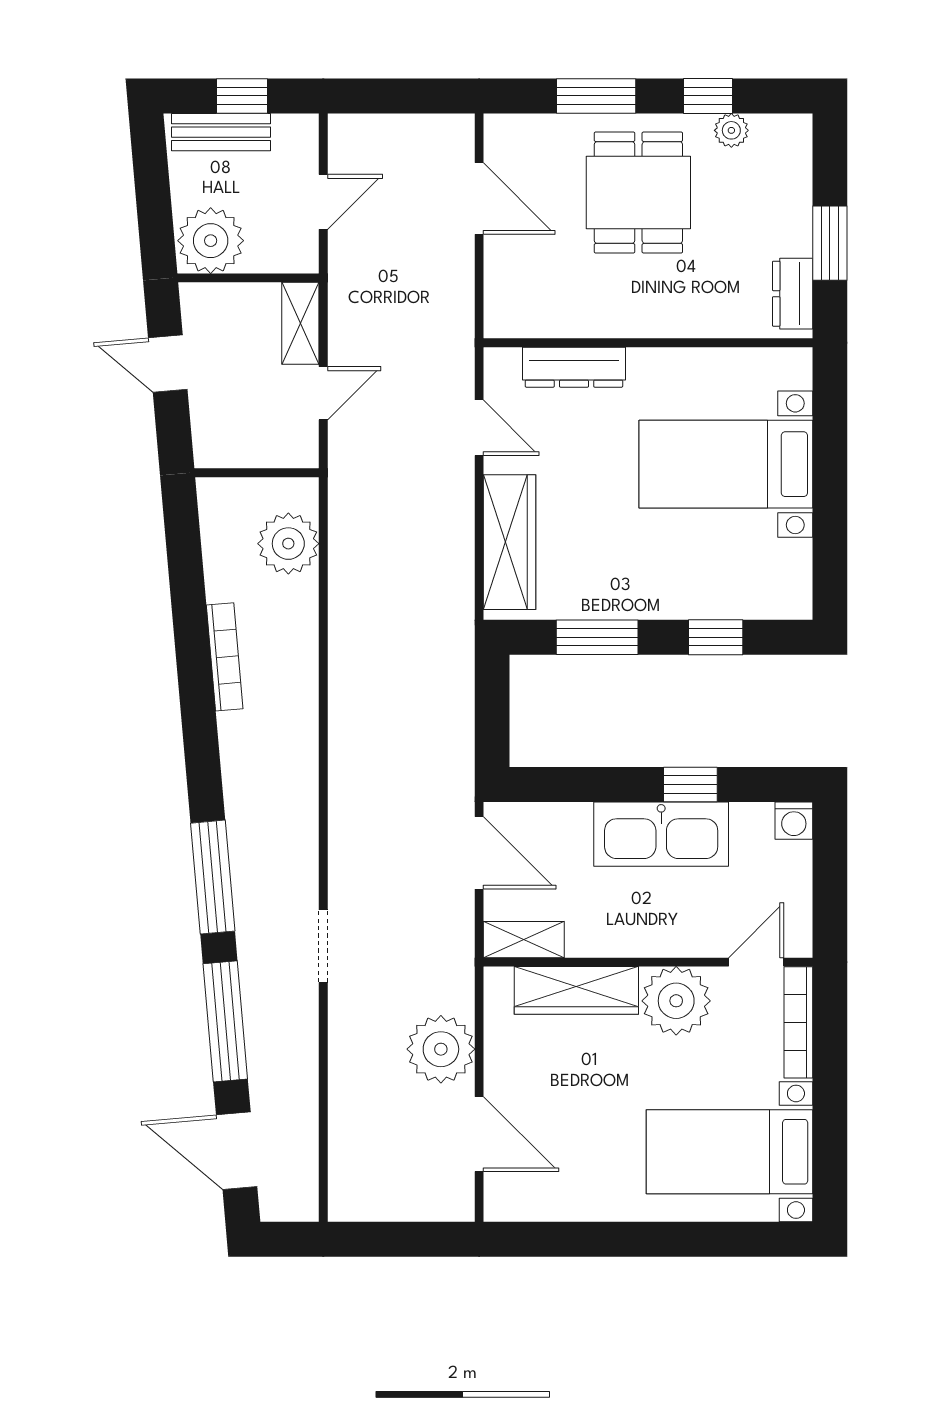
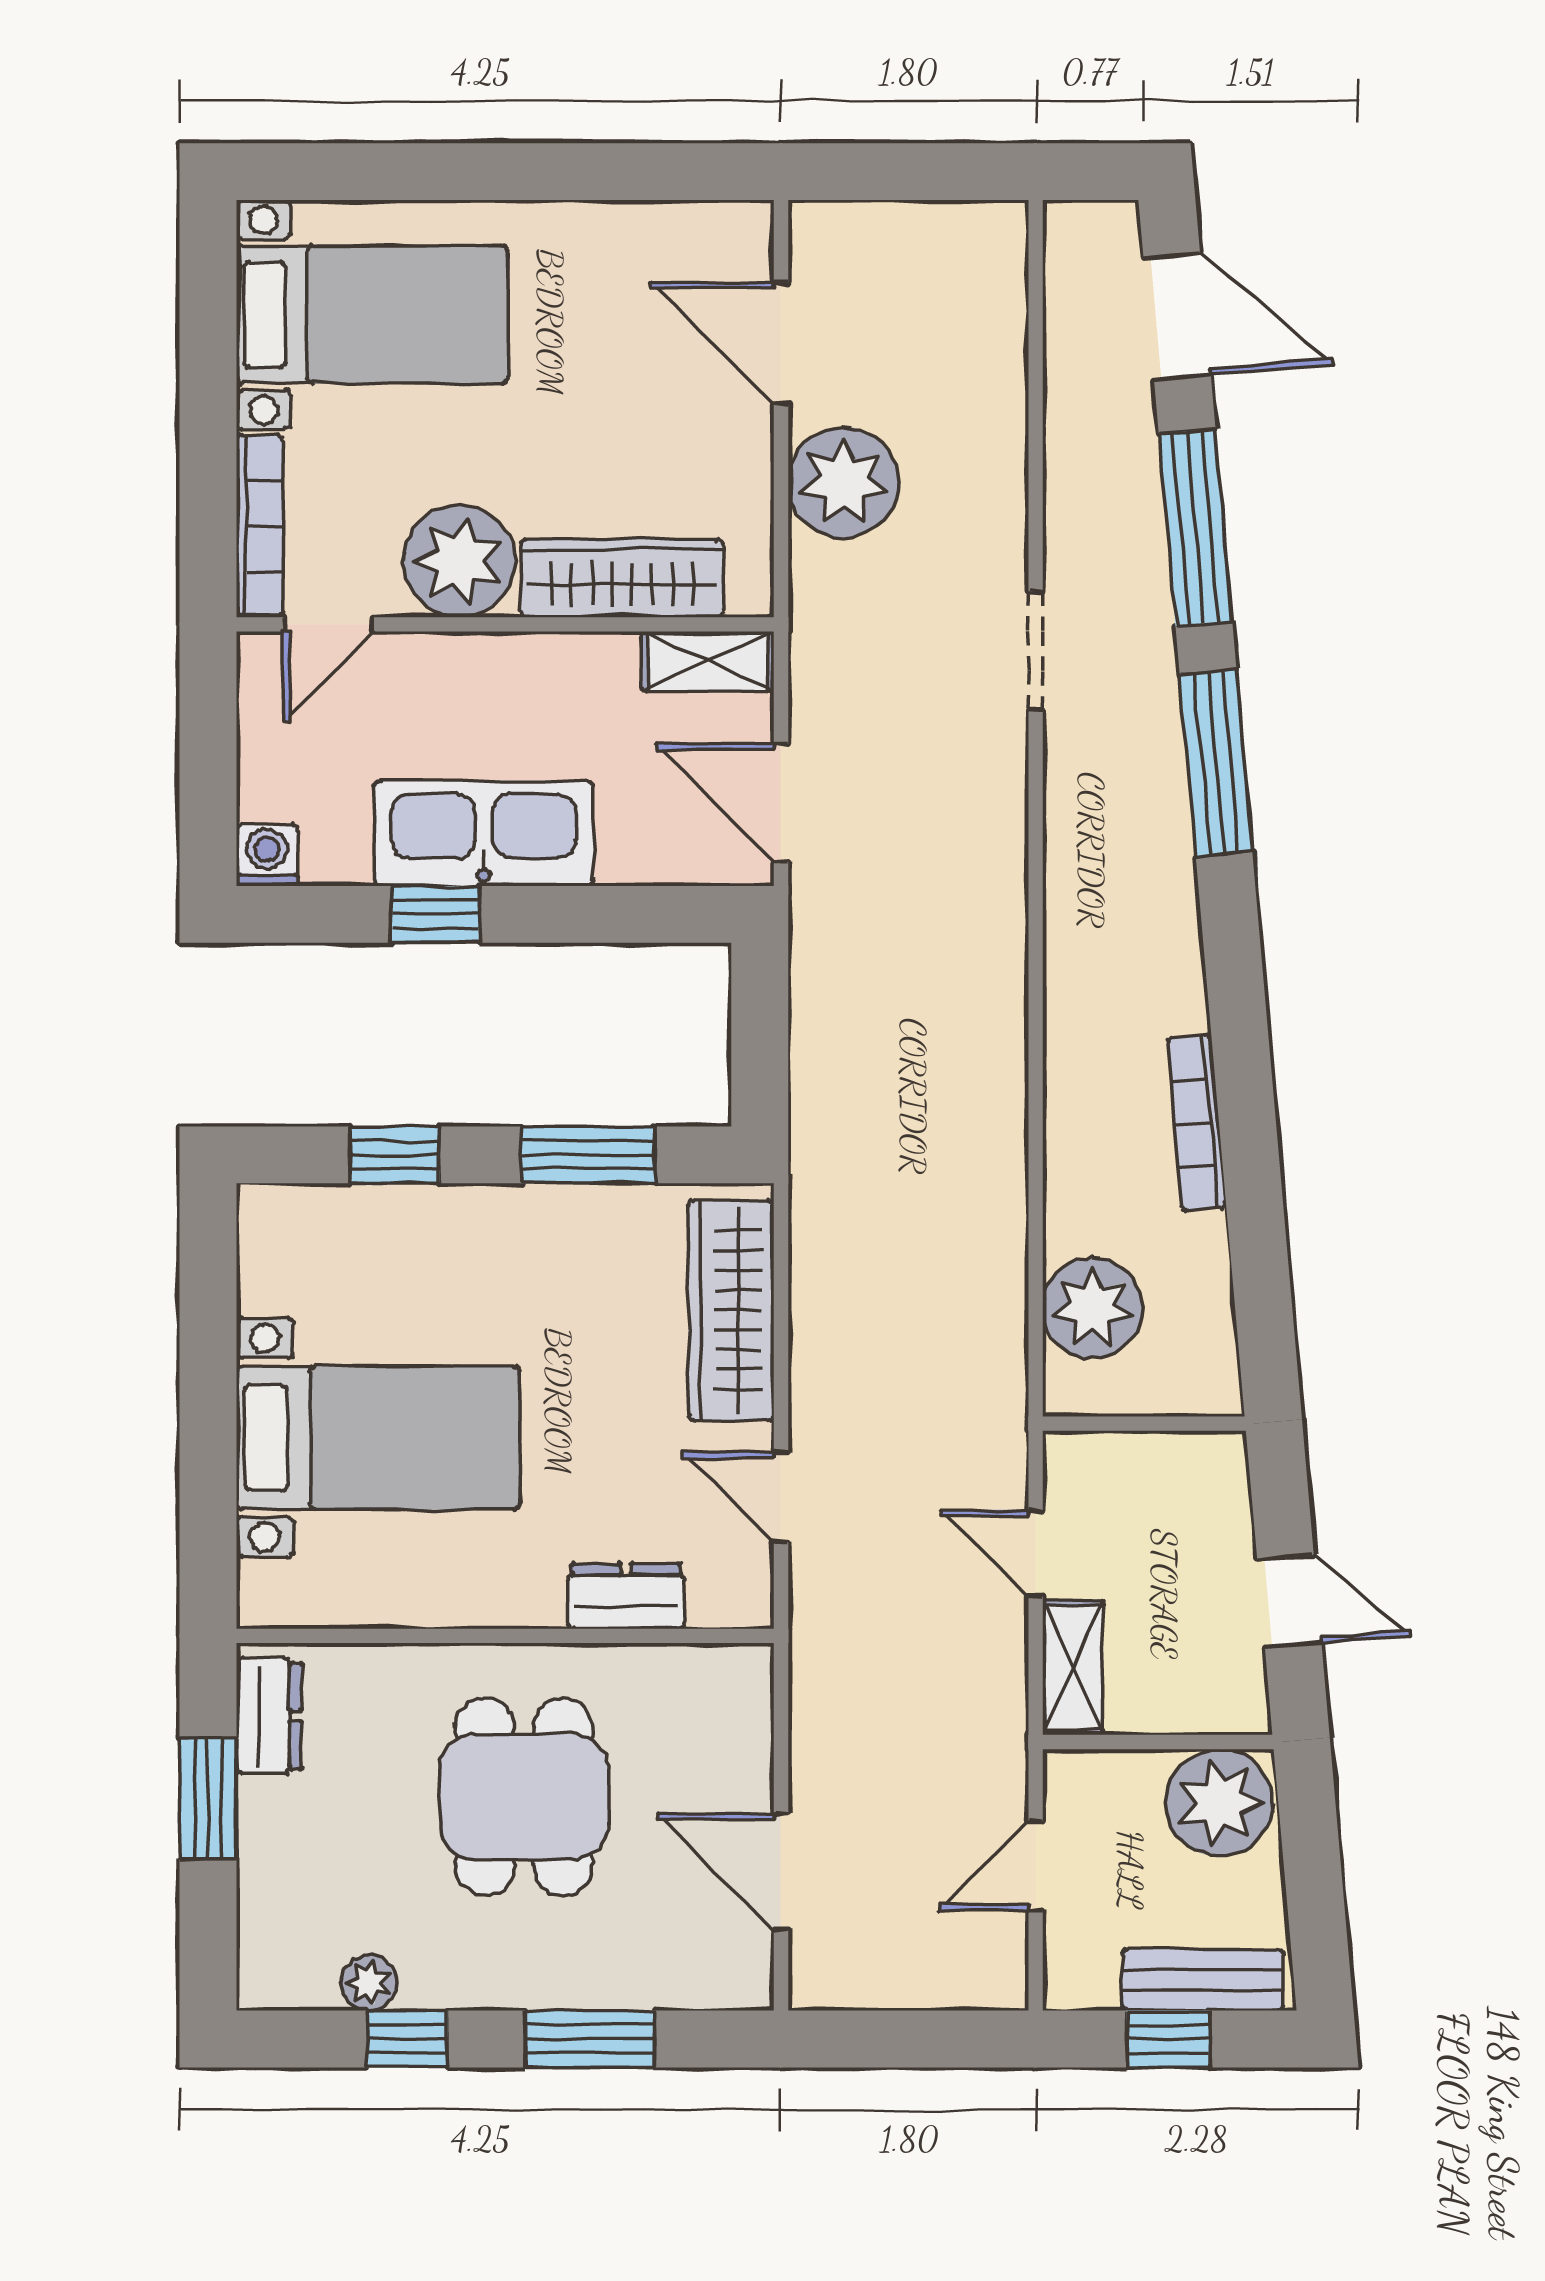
dining table: (638, 193) -> (524, 1797), moved
dresser: (574, 367) -> (626, 1596), width x0.70
door: (323, 393) -> (1036, 1553), hinge flipped

